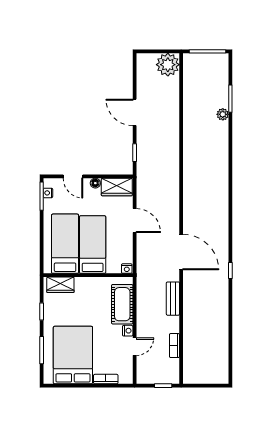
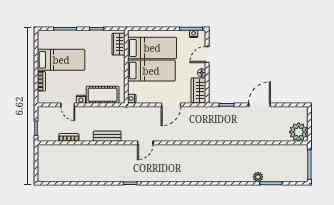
door: (181, 252) -> (145, 143), width x0.53
bed: (73, 355) -> (61, 60), width x0.67

